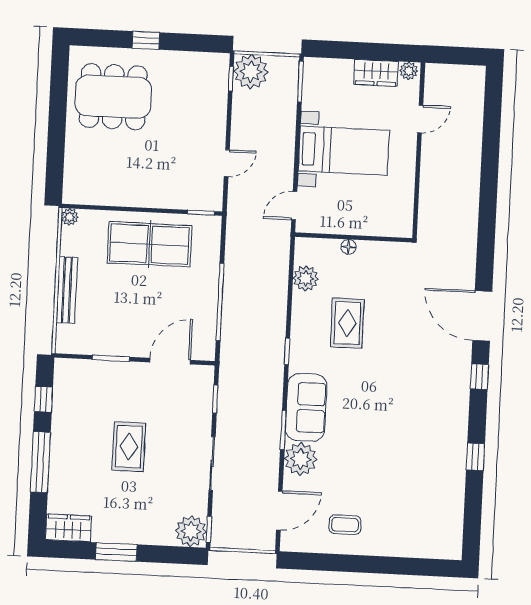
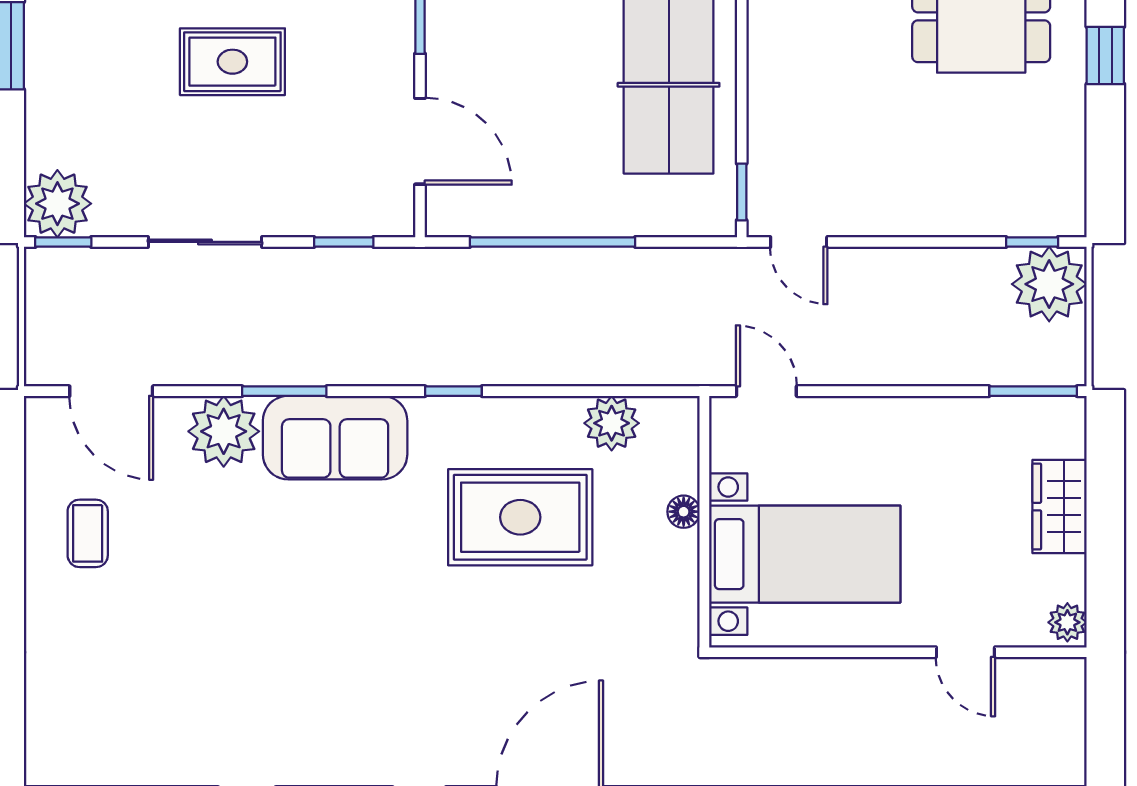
wardrobe: (376, 73) -> (1060, 507), moved
bed with nightstands: (344, 151) -> (805, 554), moved, turned -90
door: (227, 163) -> (799, 242), moved
rug: (347, 323) -> (520, 517), width x1.36, depth x1.43

